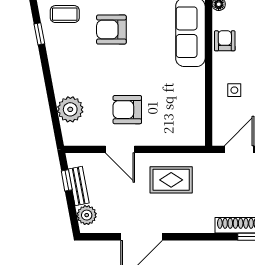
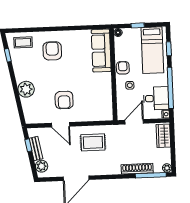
armchair: (111, 30) -> (52, 51), turned 90
armchair: (225, 41) -> (123, 68), moved
plant: (70, 109) -> (26, 89), moved
armchair: (127, 110) -> (64, 100), turned -90

